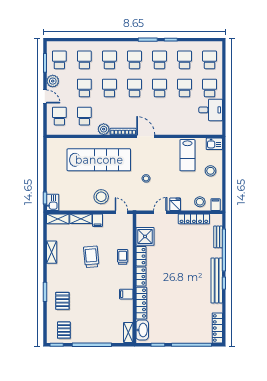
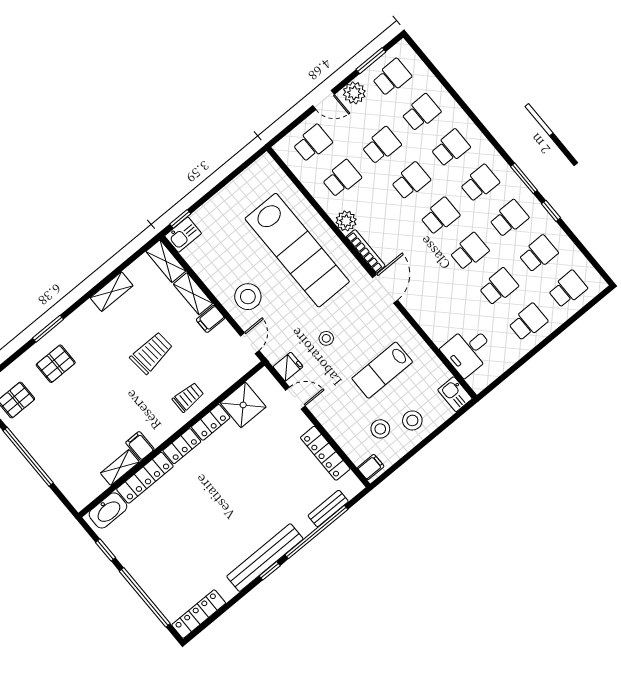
door: (45, 96) -> (323, 100), hinge flipped
desk: (211, 110) -> (468, 351), moved, turned 90
lab bench: (187, 155) -> (382, 370), moved
stool: (200, 202) -> (380, 429), moved
fridge: (175, 204) -> (288, 367), moved
shelving: (128, 332) -> (120, 468), moved

